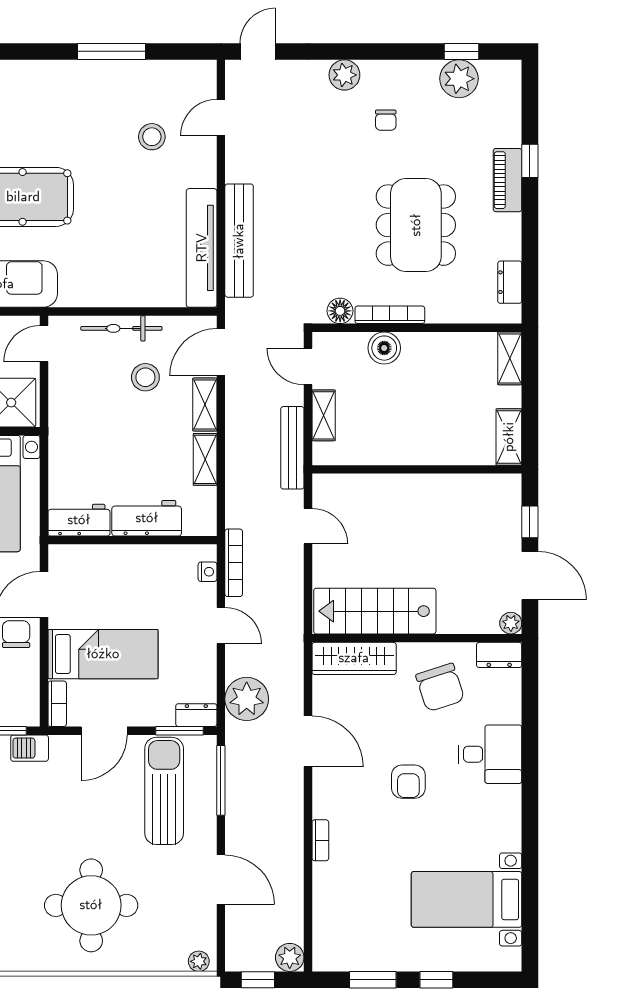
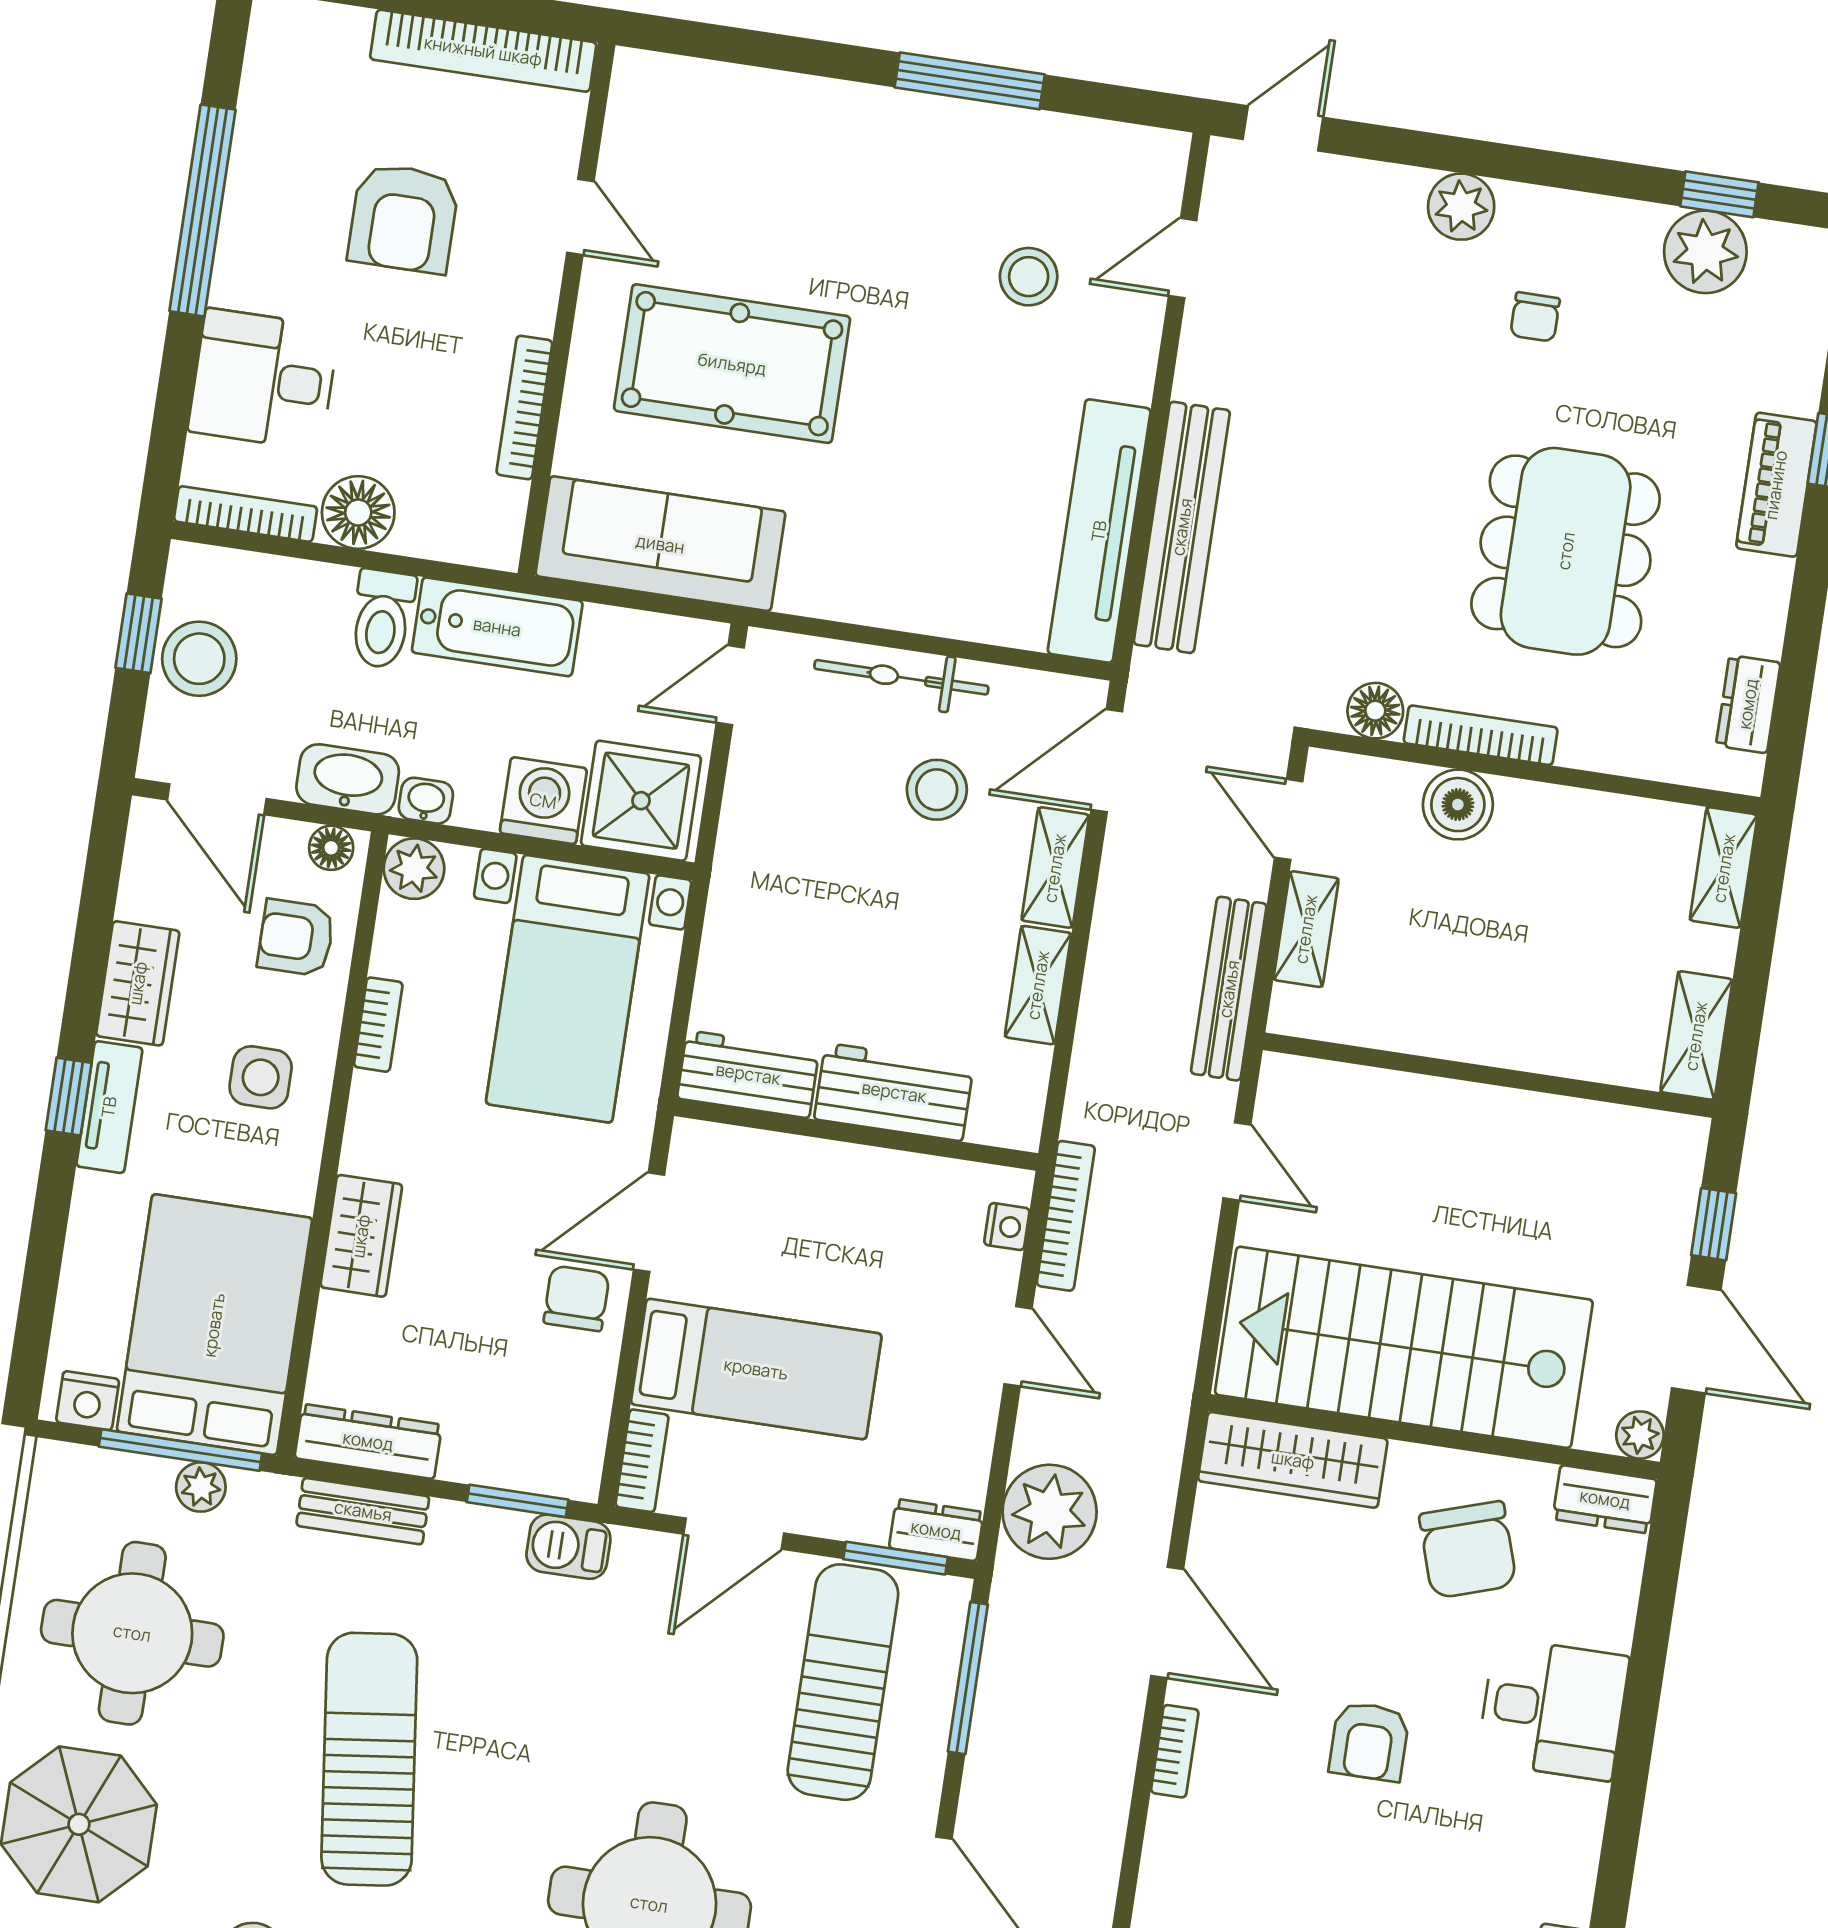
stairs: (375, 611) -> (1404, 1347), width x1.36, depth x1.51
bookcase: (320, 840) -> (1175, 1751), moved

